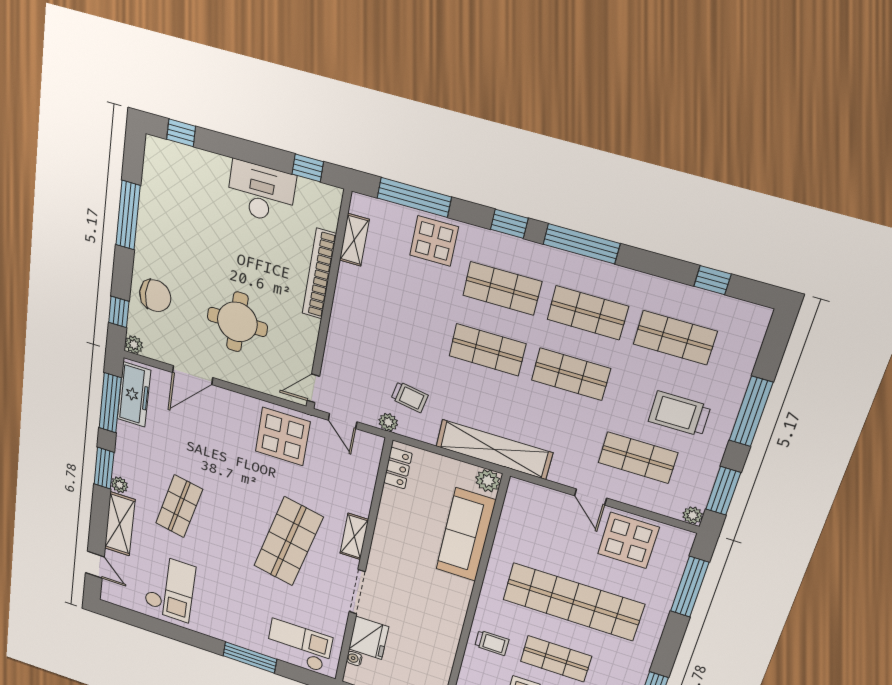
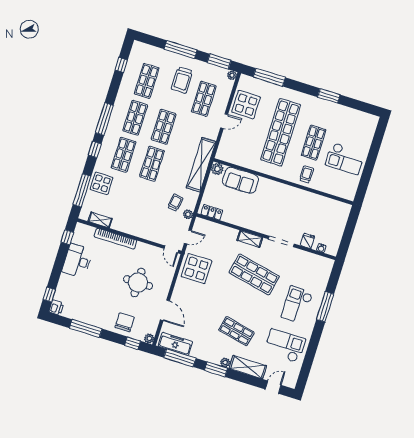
printer: (158, 150) -> (56, 308), added
sofa: (466, 535) -> (240, 180), width x0.73
fridge: (369, 638) -> (308, 241), width x0.53, depth x0.75
checkout: (299, 646) -> (297, 305), moved

